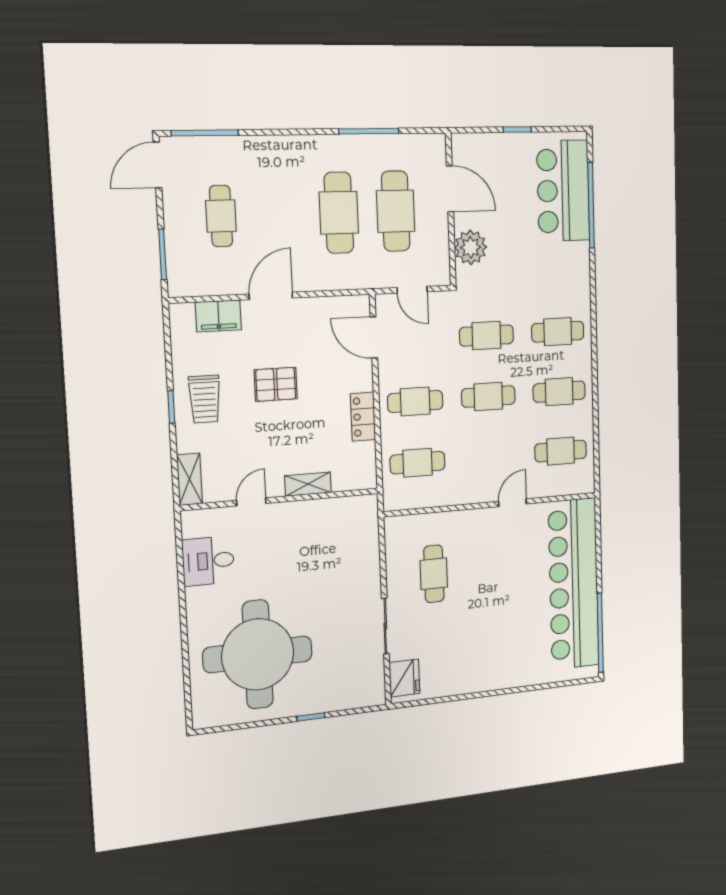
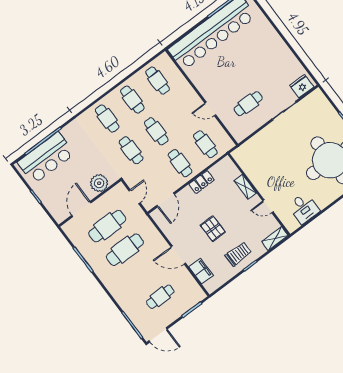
door: (512, 503) -> (210, 109), moved

